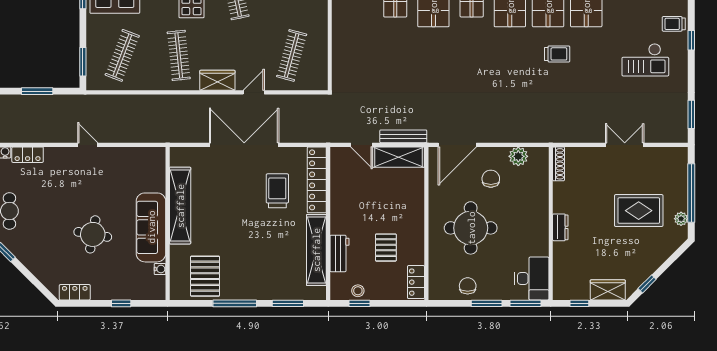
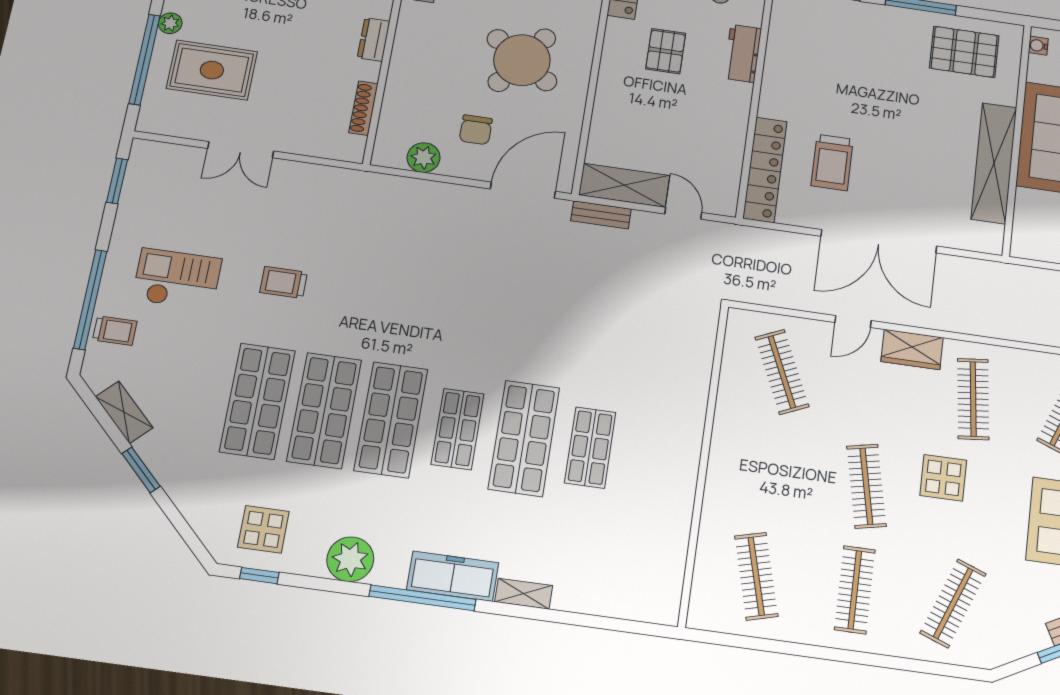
window: (691, 40) -> (90, 300), width x3.17
trolley: (557, 54) -> (284, 282), moved
clothes rail: (292, 55) -> (782, 372), turned -39
bench: (403, 136) -> (601, 215), width x0.73
shoe rack: (559, 164) -> (363, 108), moved
rug: (639, 211) -> (212, 70), moved
round table: (471, 228) -> (522, 60), turned 35
shelving: (316, 250) -> (779, 64), removed
water cooler: (160, 269) -> (1038, 46), moved
pallet: (205, 276) -> (964, 52), turned 90

